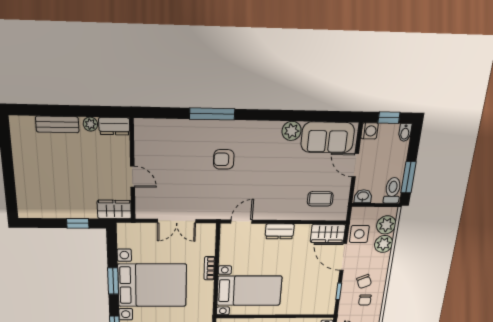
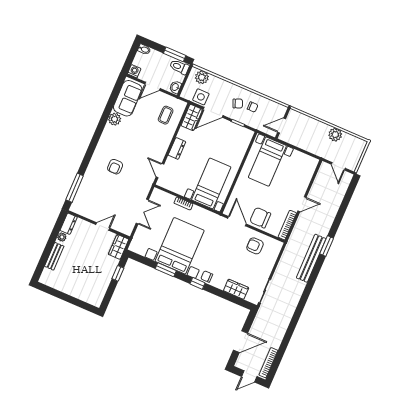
window: (212, 114) -> (75, 188), moved
window: (389, 118) -> (131, 57), removed
plant: (384, 244) -> (215, 83), removed

